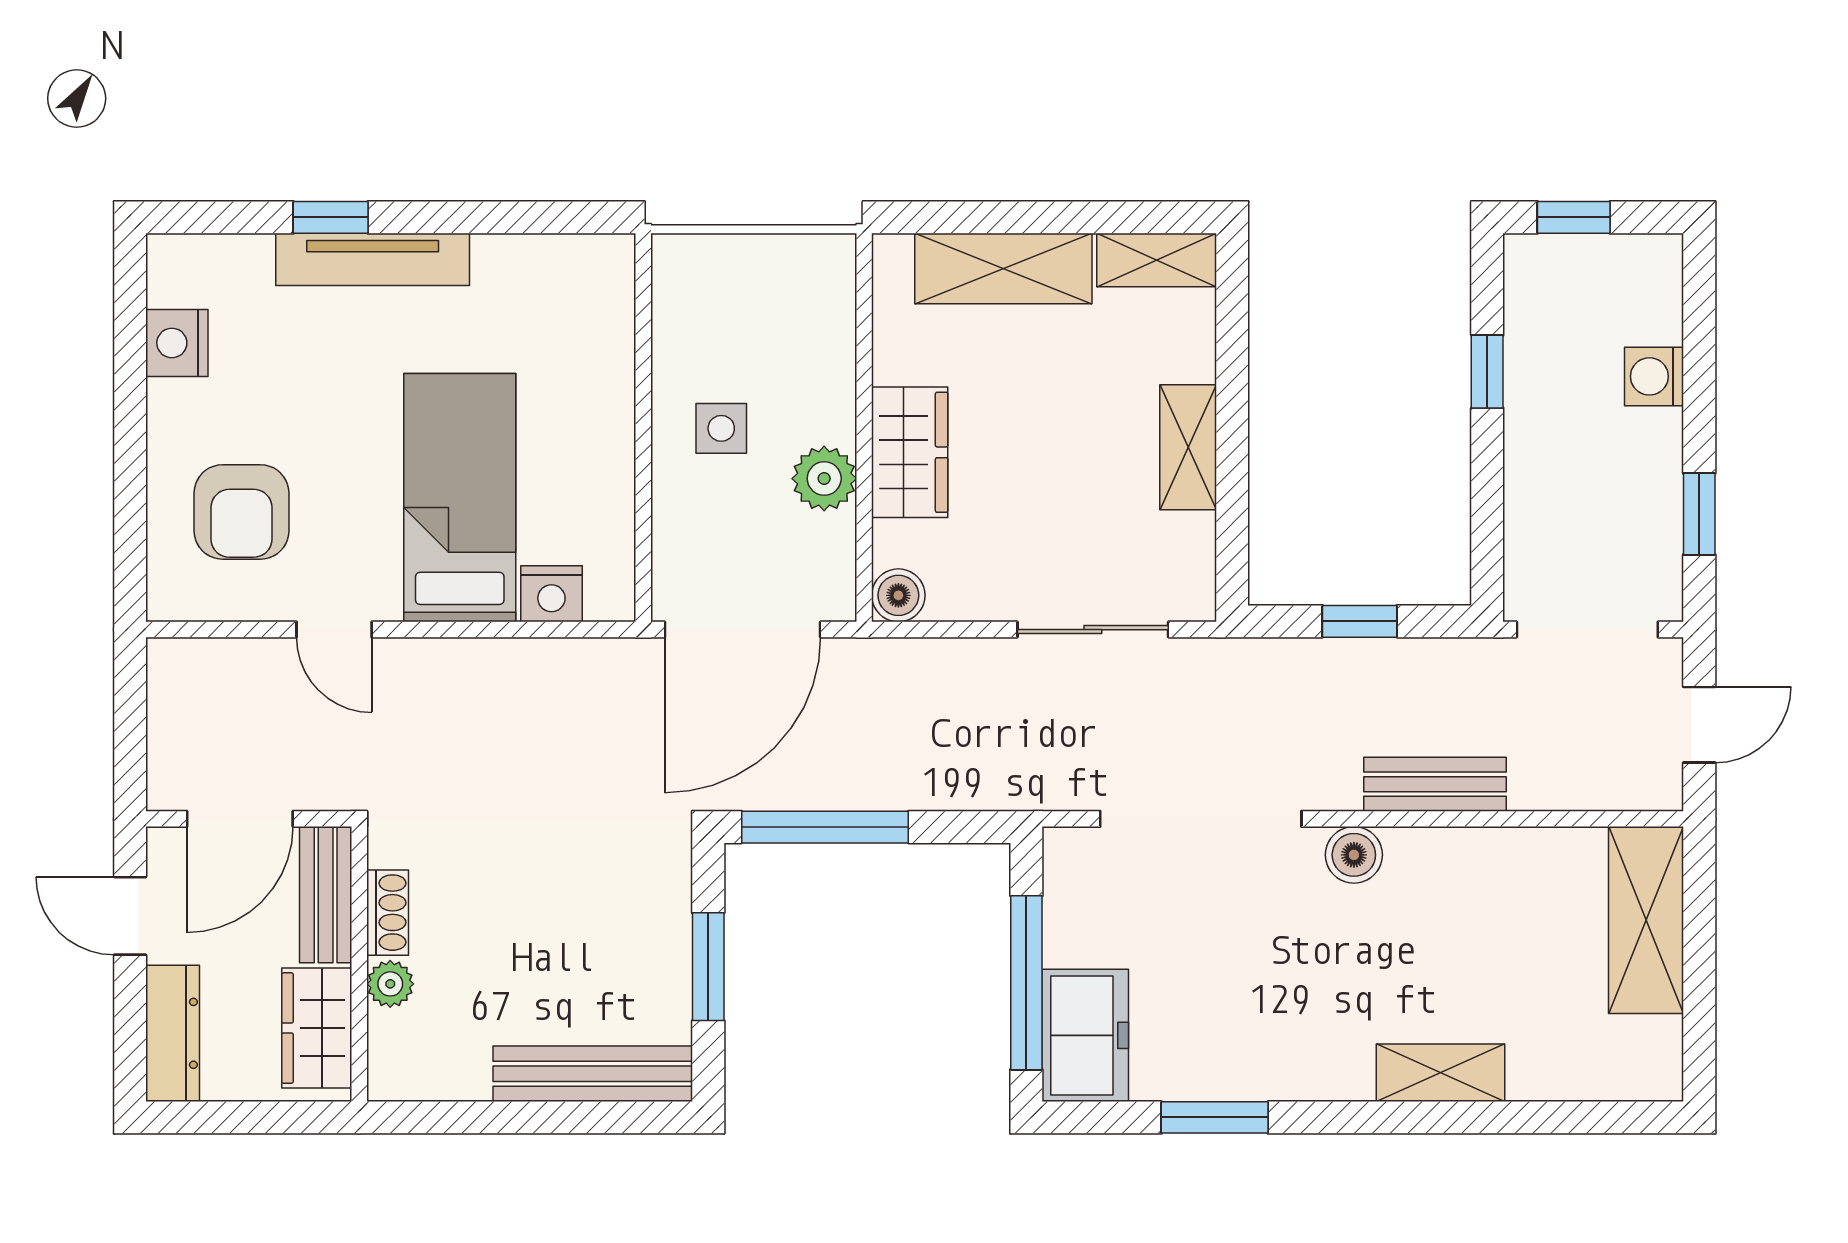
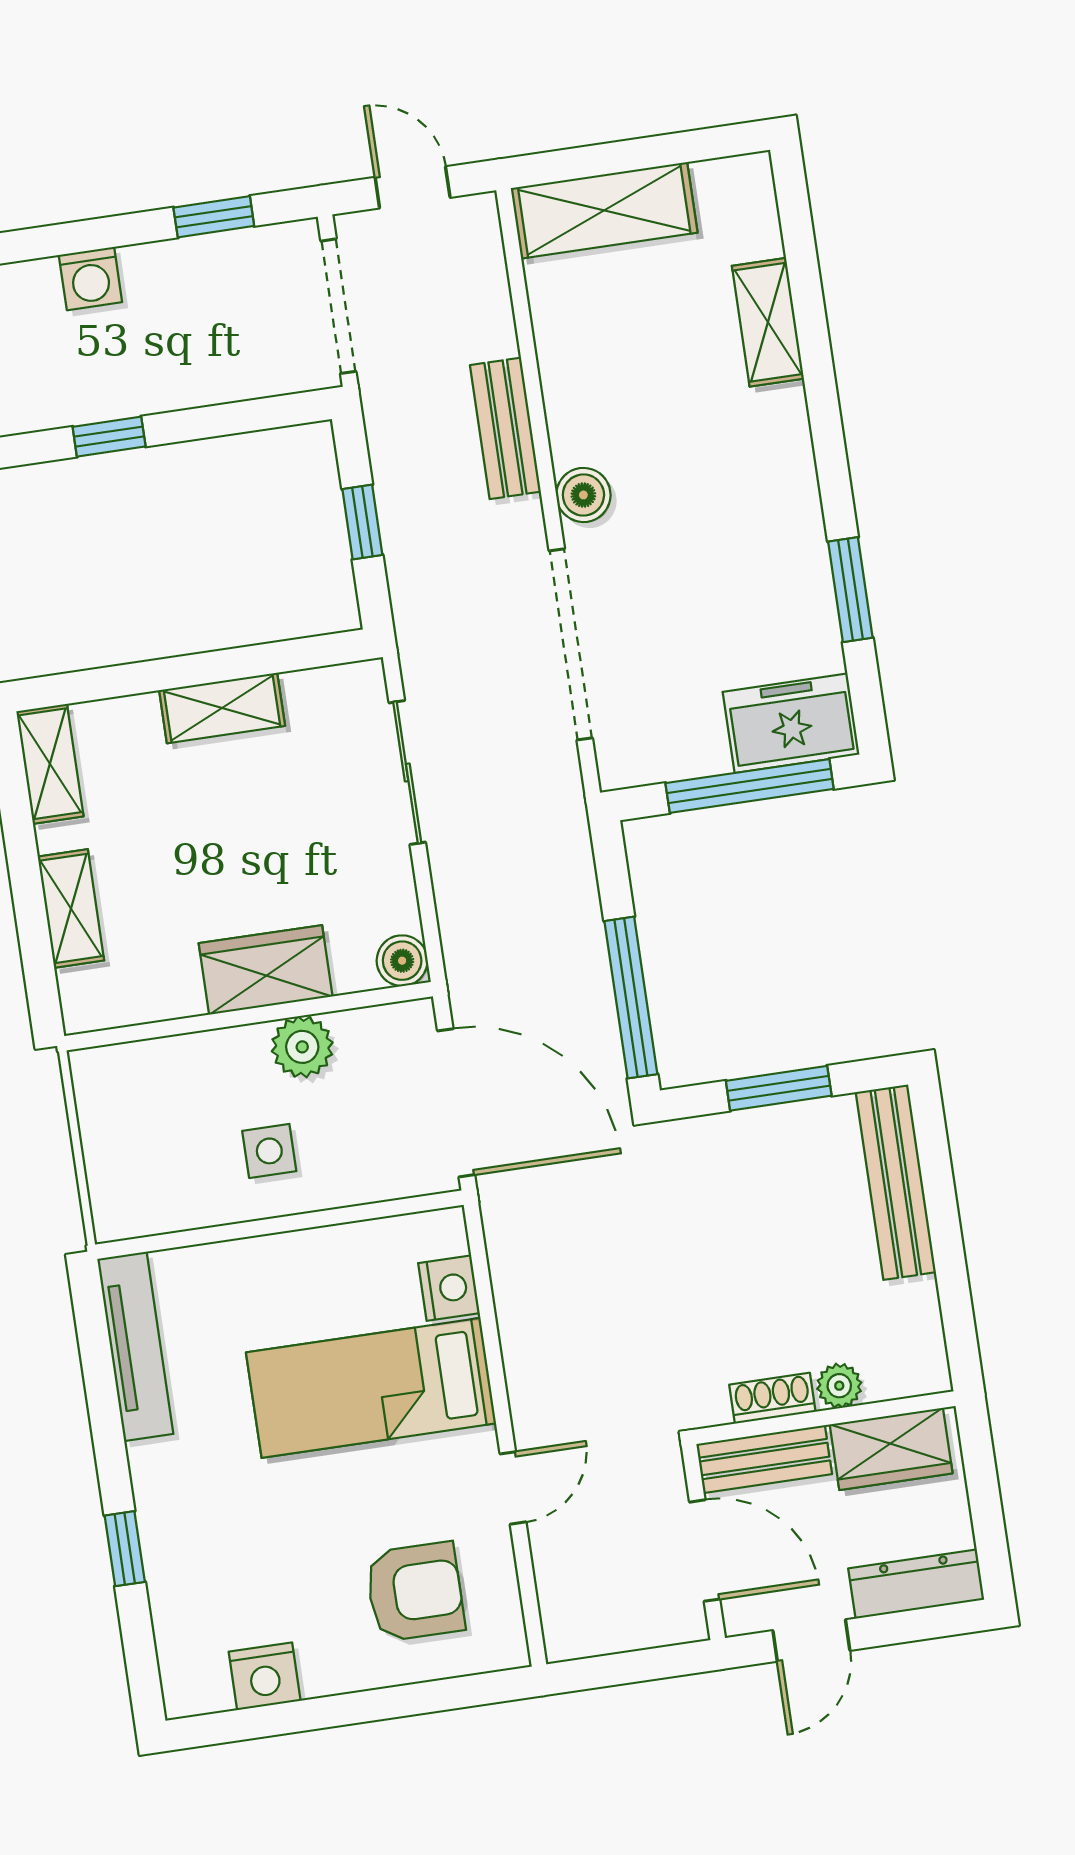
tv unit: (373, 259) -> (135, 1346), moved
shelving: (1003, 269) -> (71, 908), width x0.67, depth x0.75
shelving: (1440, 1073) -> (768, 322), moved

